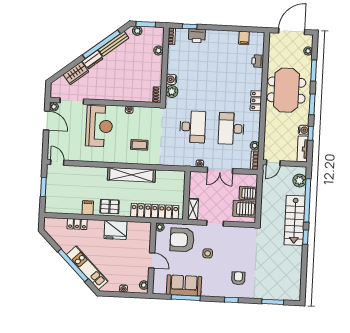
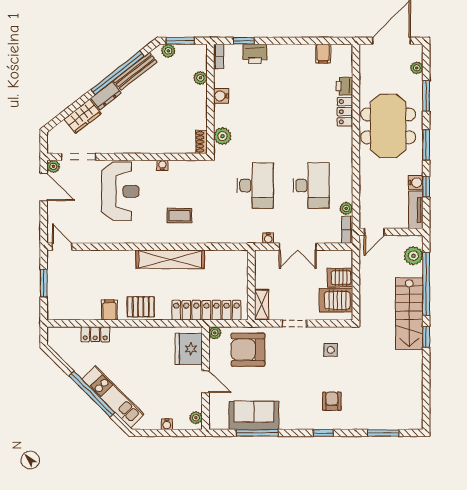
water cooler: (171, 79) -> (221, 96), moved
locker: (256, 101) -> (345, 112), moved
desk: (231, 129) -> (311, 186), turned 180
fridge: (115, 230) -> (189, 349), moved, turned 90
side table: (208, 253) -> (331, 350), moved

